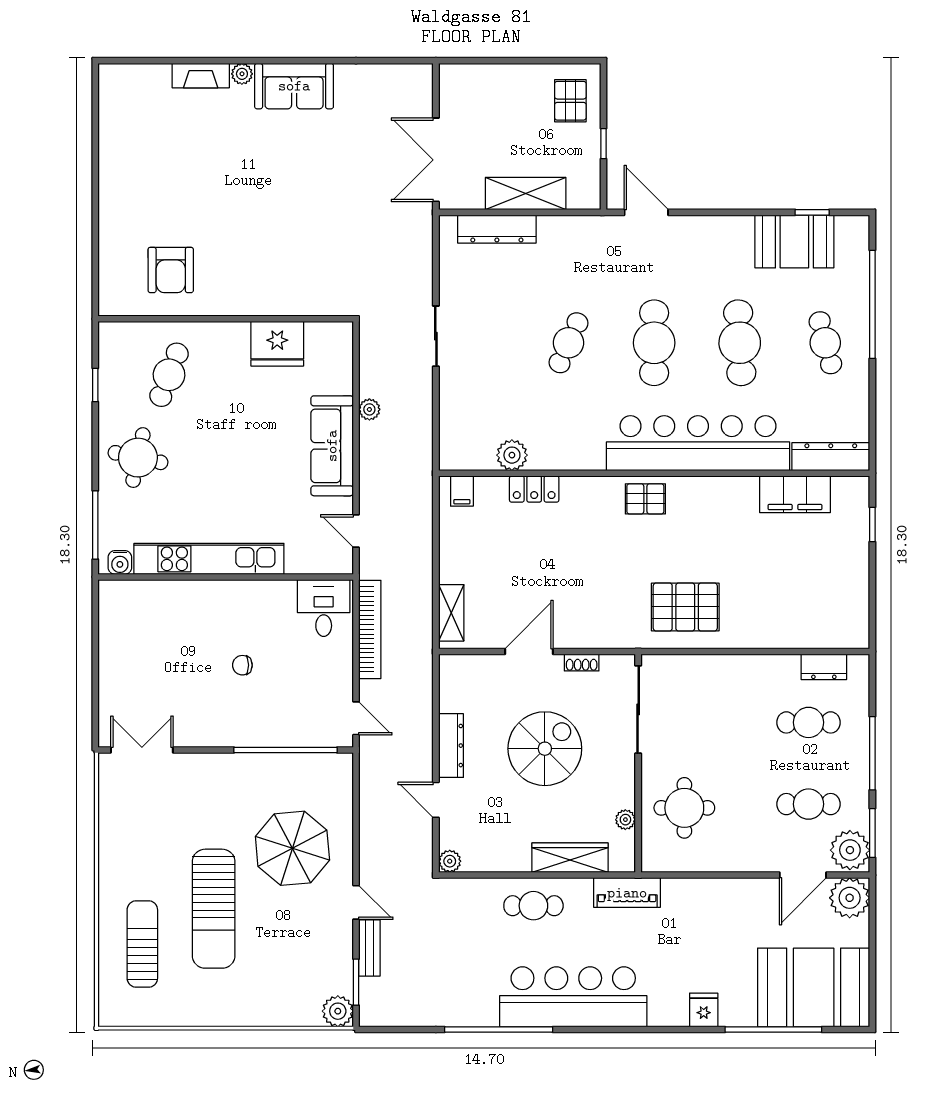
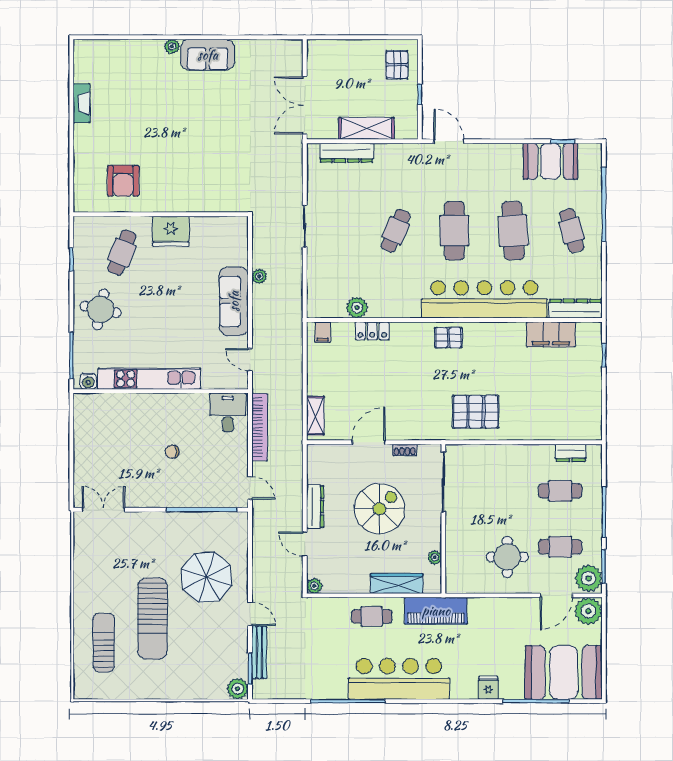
fireplace: (201, 76) -> (82, 103), moved, turned -90
fridge: (277, 344) -> (171, 231), moved
round table: (684, 808) -> (507, 557), moved
piano: (627, 893) -> (436, 611), width x1.37, depth x1.33
bench: (369, 948) -> (259, 652), width x1.36

